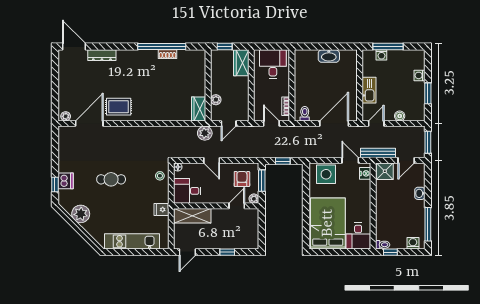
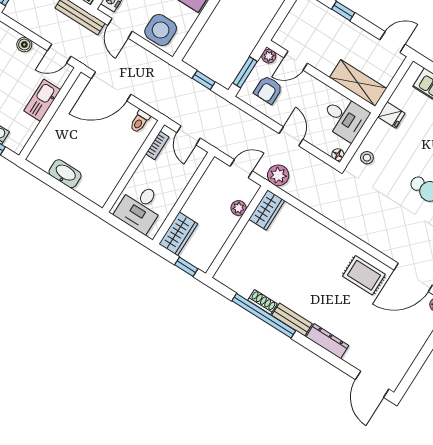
dresser: (102, 55) -> (327, 341), moved
bench: (144, 55) -> (292, 320), added

